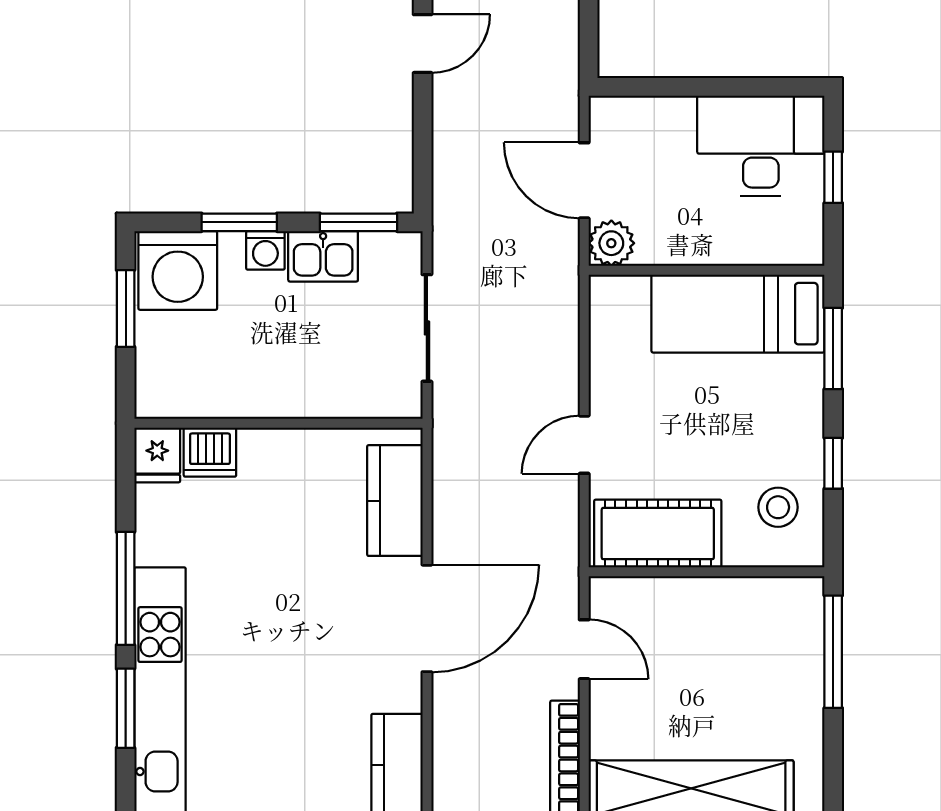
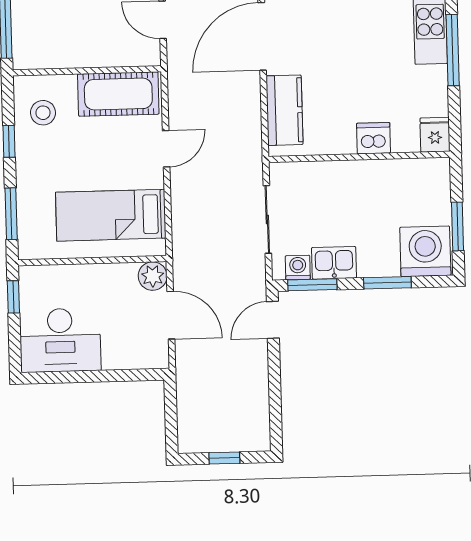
door: (423, 44) -> (273, 320), moved
window: (833, 177) -> (13, 297), moved
washing machine: (265, 250) -> (298, 268), moved
bed: (738, 314) -> (111, 215), moved, turned 180
dishwasher: (210, 452) -> (374, 138), moved

